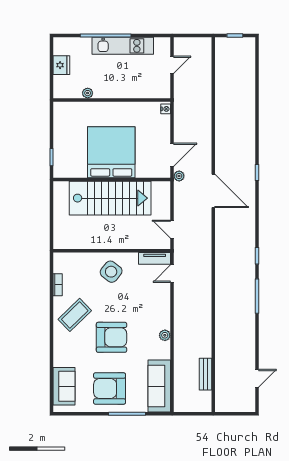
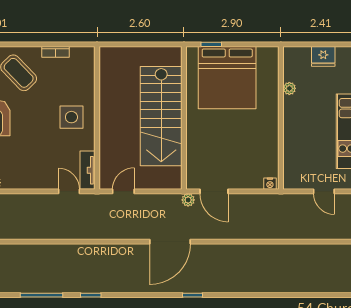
bed: (111, 152) -> (227, 78), moved, turned 90
side table: (111, 272) -> (71, 117), turned -38

